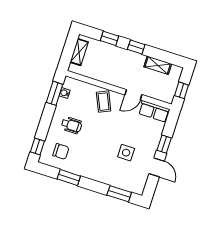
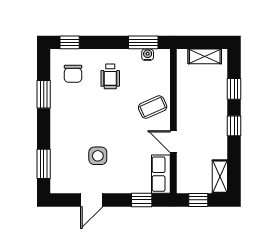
shelving: (158, 65) -> (220, 177), moved
window: (164, 144) -> (142, 200), moved

